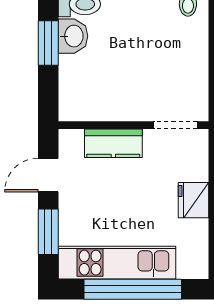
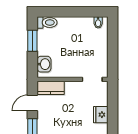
washbasin: (73, 36) -> (44, 64), moved
kitchen counter: (113, 143) -> (51, 88), moved

